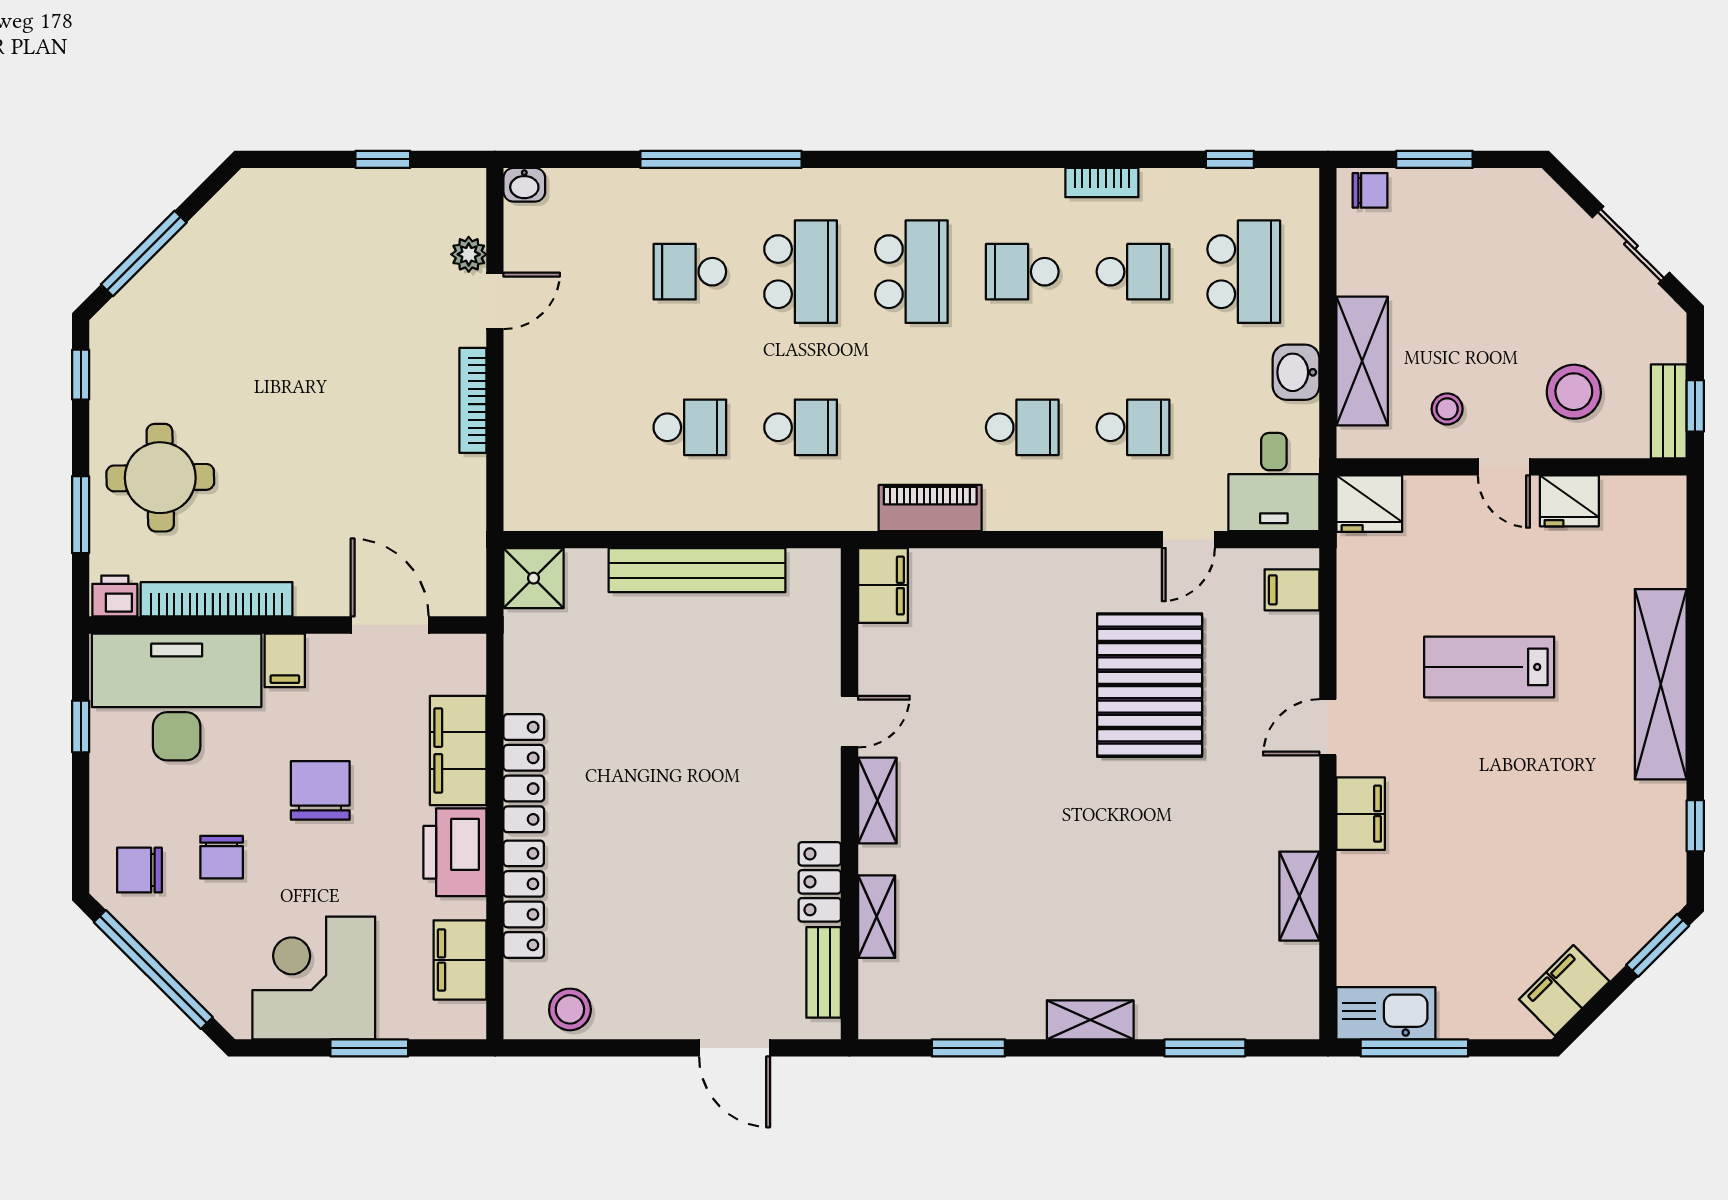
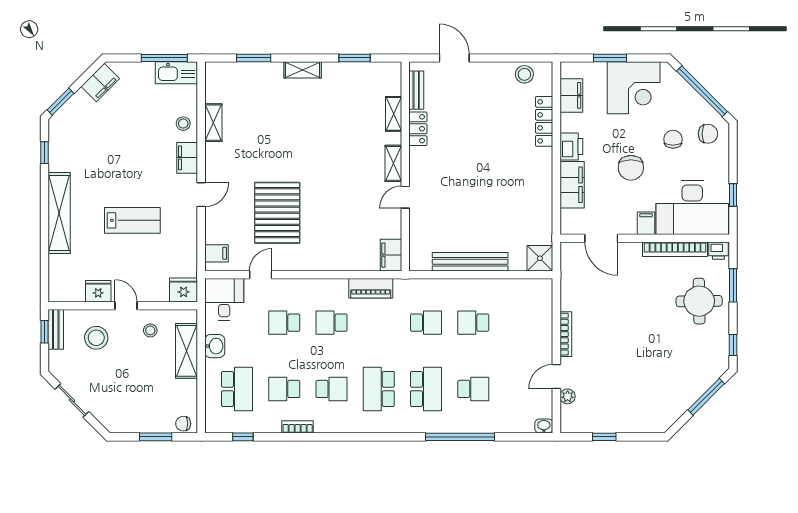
school desk: (801, 272) -> (426, 389), turned 180
school desk: (1244, 272) -> (237, 389), turned 180
school desk: (801, 427) -> (426, 323), turned 180
locker: (524, 773) -> (544, 175), removed
printer: (455, 852) -> (571, 146), width x0.73, depth x0.84
stool: (1370, 894) -> (183, 124), added

